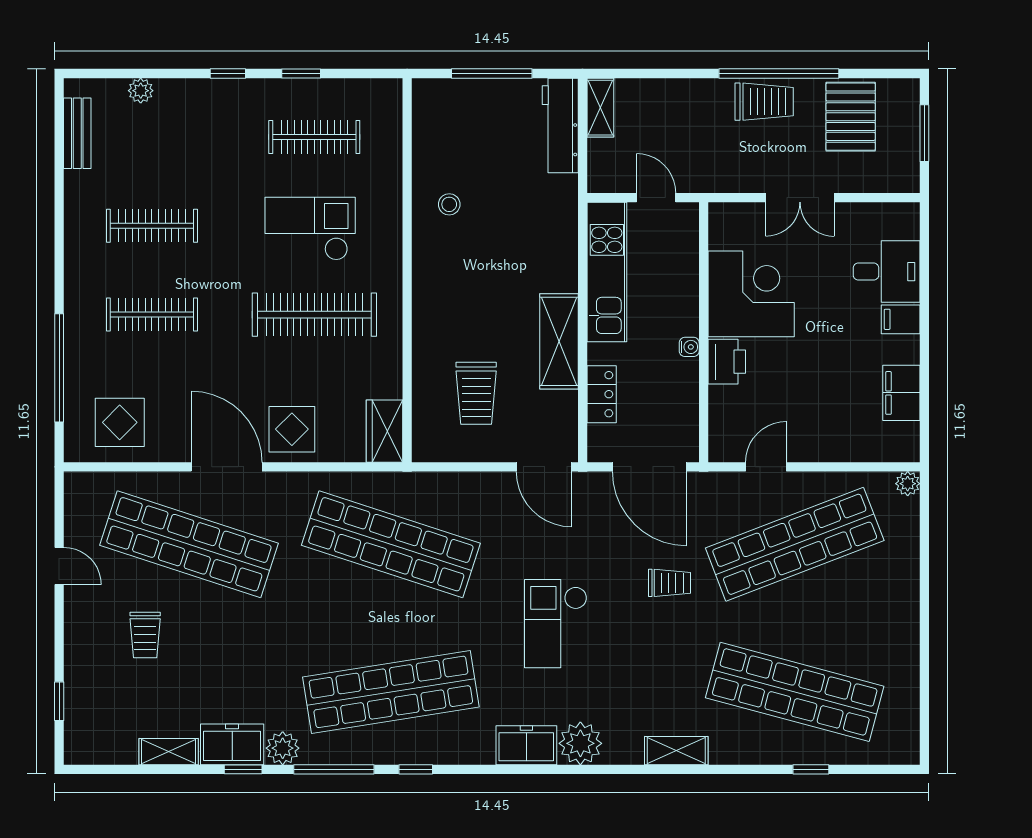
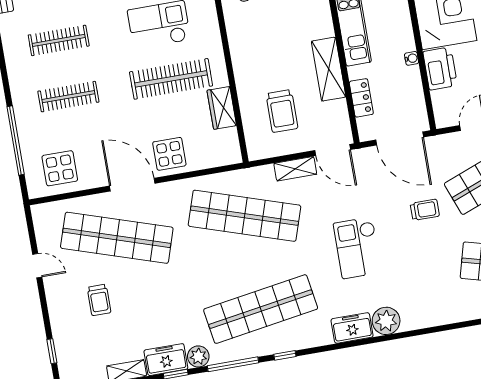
printer: (727, 362) -> (440, 69), width x1.37, depth x1.19
wardrobe: (385, 431) -> (222, 108), moved
shelving: (676, 751) -> (295, 169), moved

